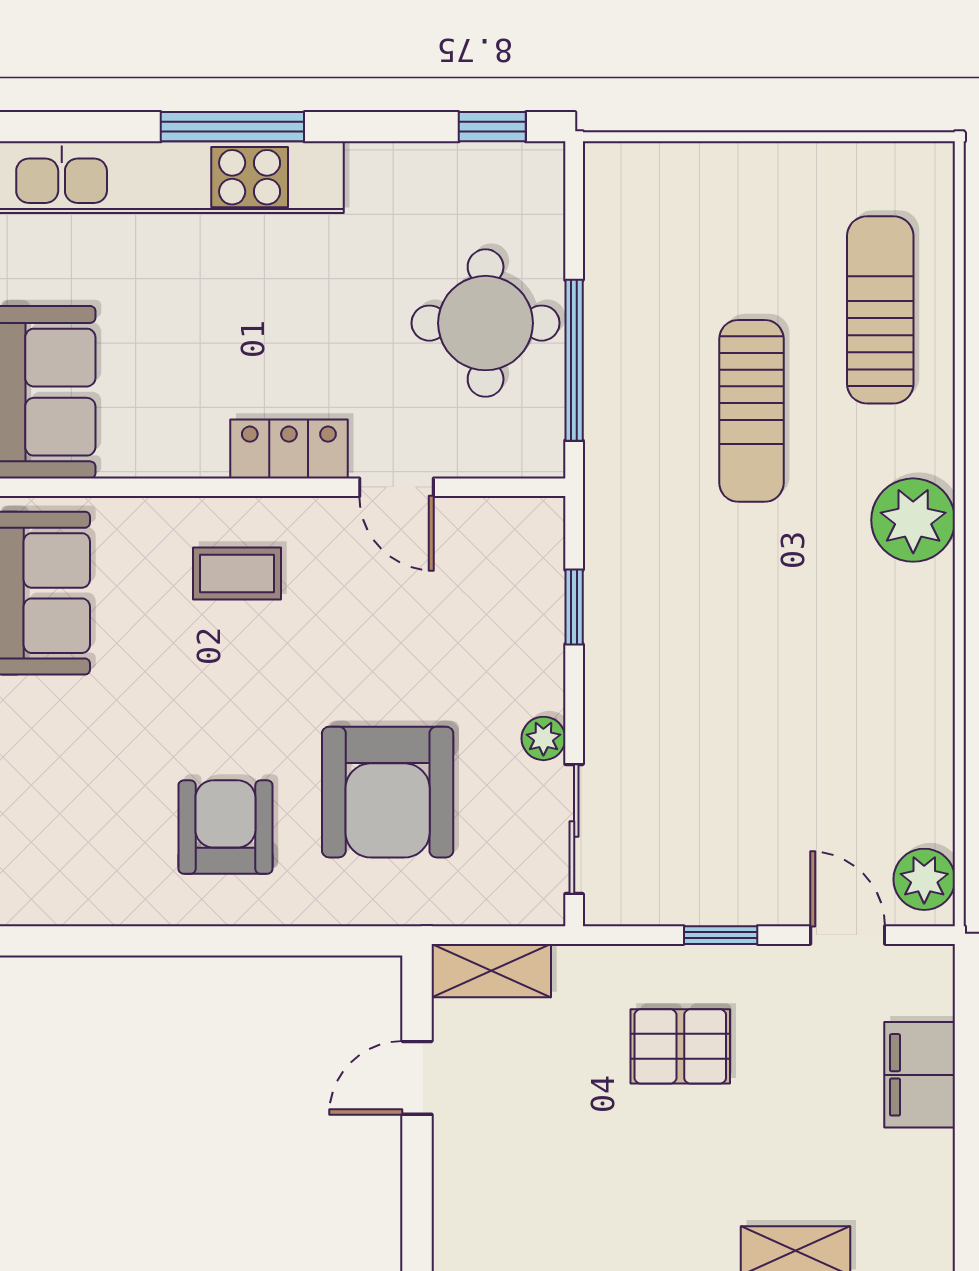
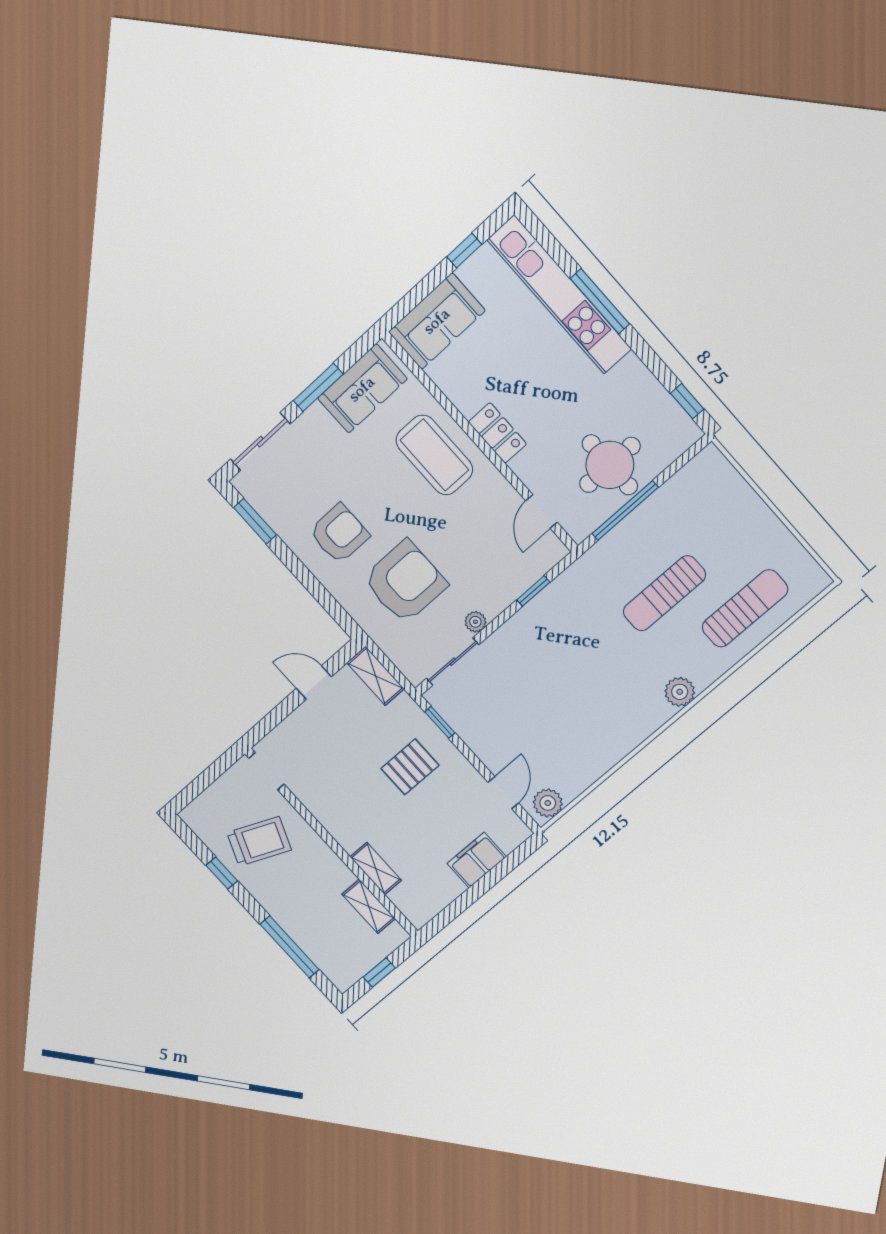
door: (397, 487) -> (541, 511), moved
plant: (913, 520) -> (680, 692), width x0.73, depth x0.73
coffee table: (237, 574) -> (434, 455), width x1.86, depth x1.72
armchair: (388, 792) -> (405, 582), turned 180
window: (721, 935) -> (440, 722), moved
window: (91, 941) -> (255, 521), added
pallet: (680, 1046) -> (410, 767), turned 90

